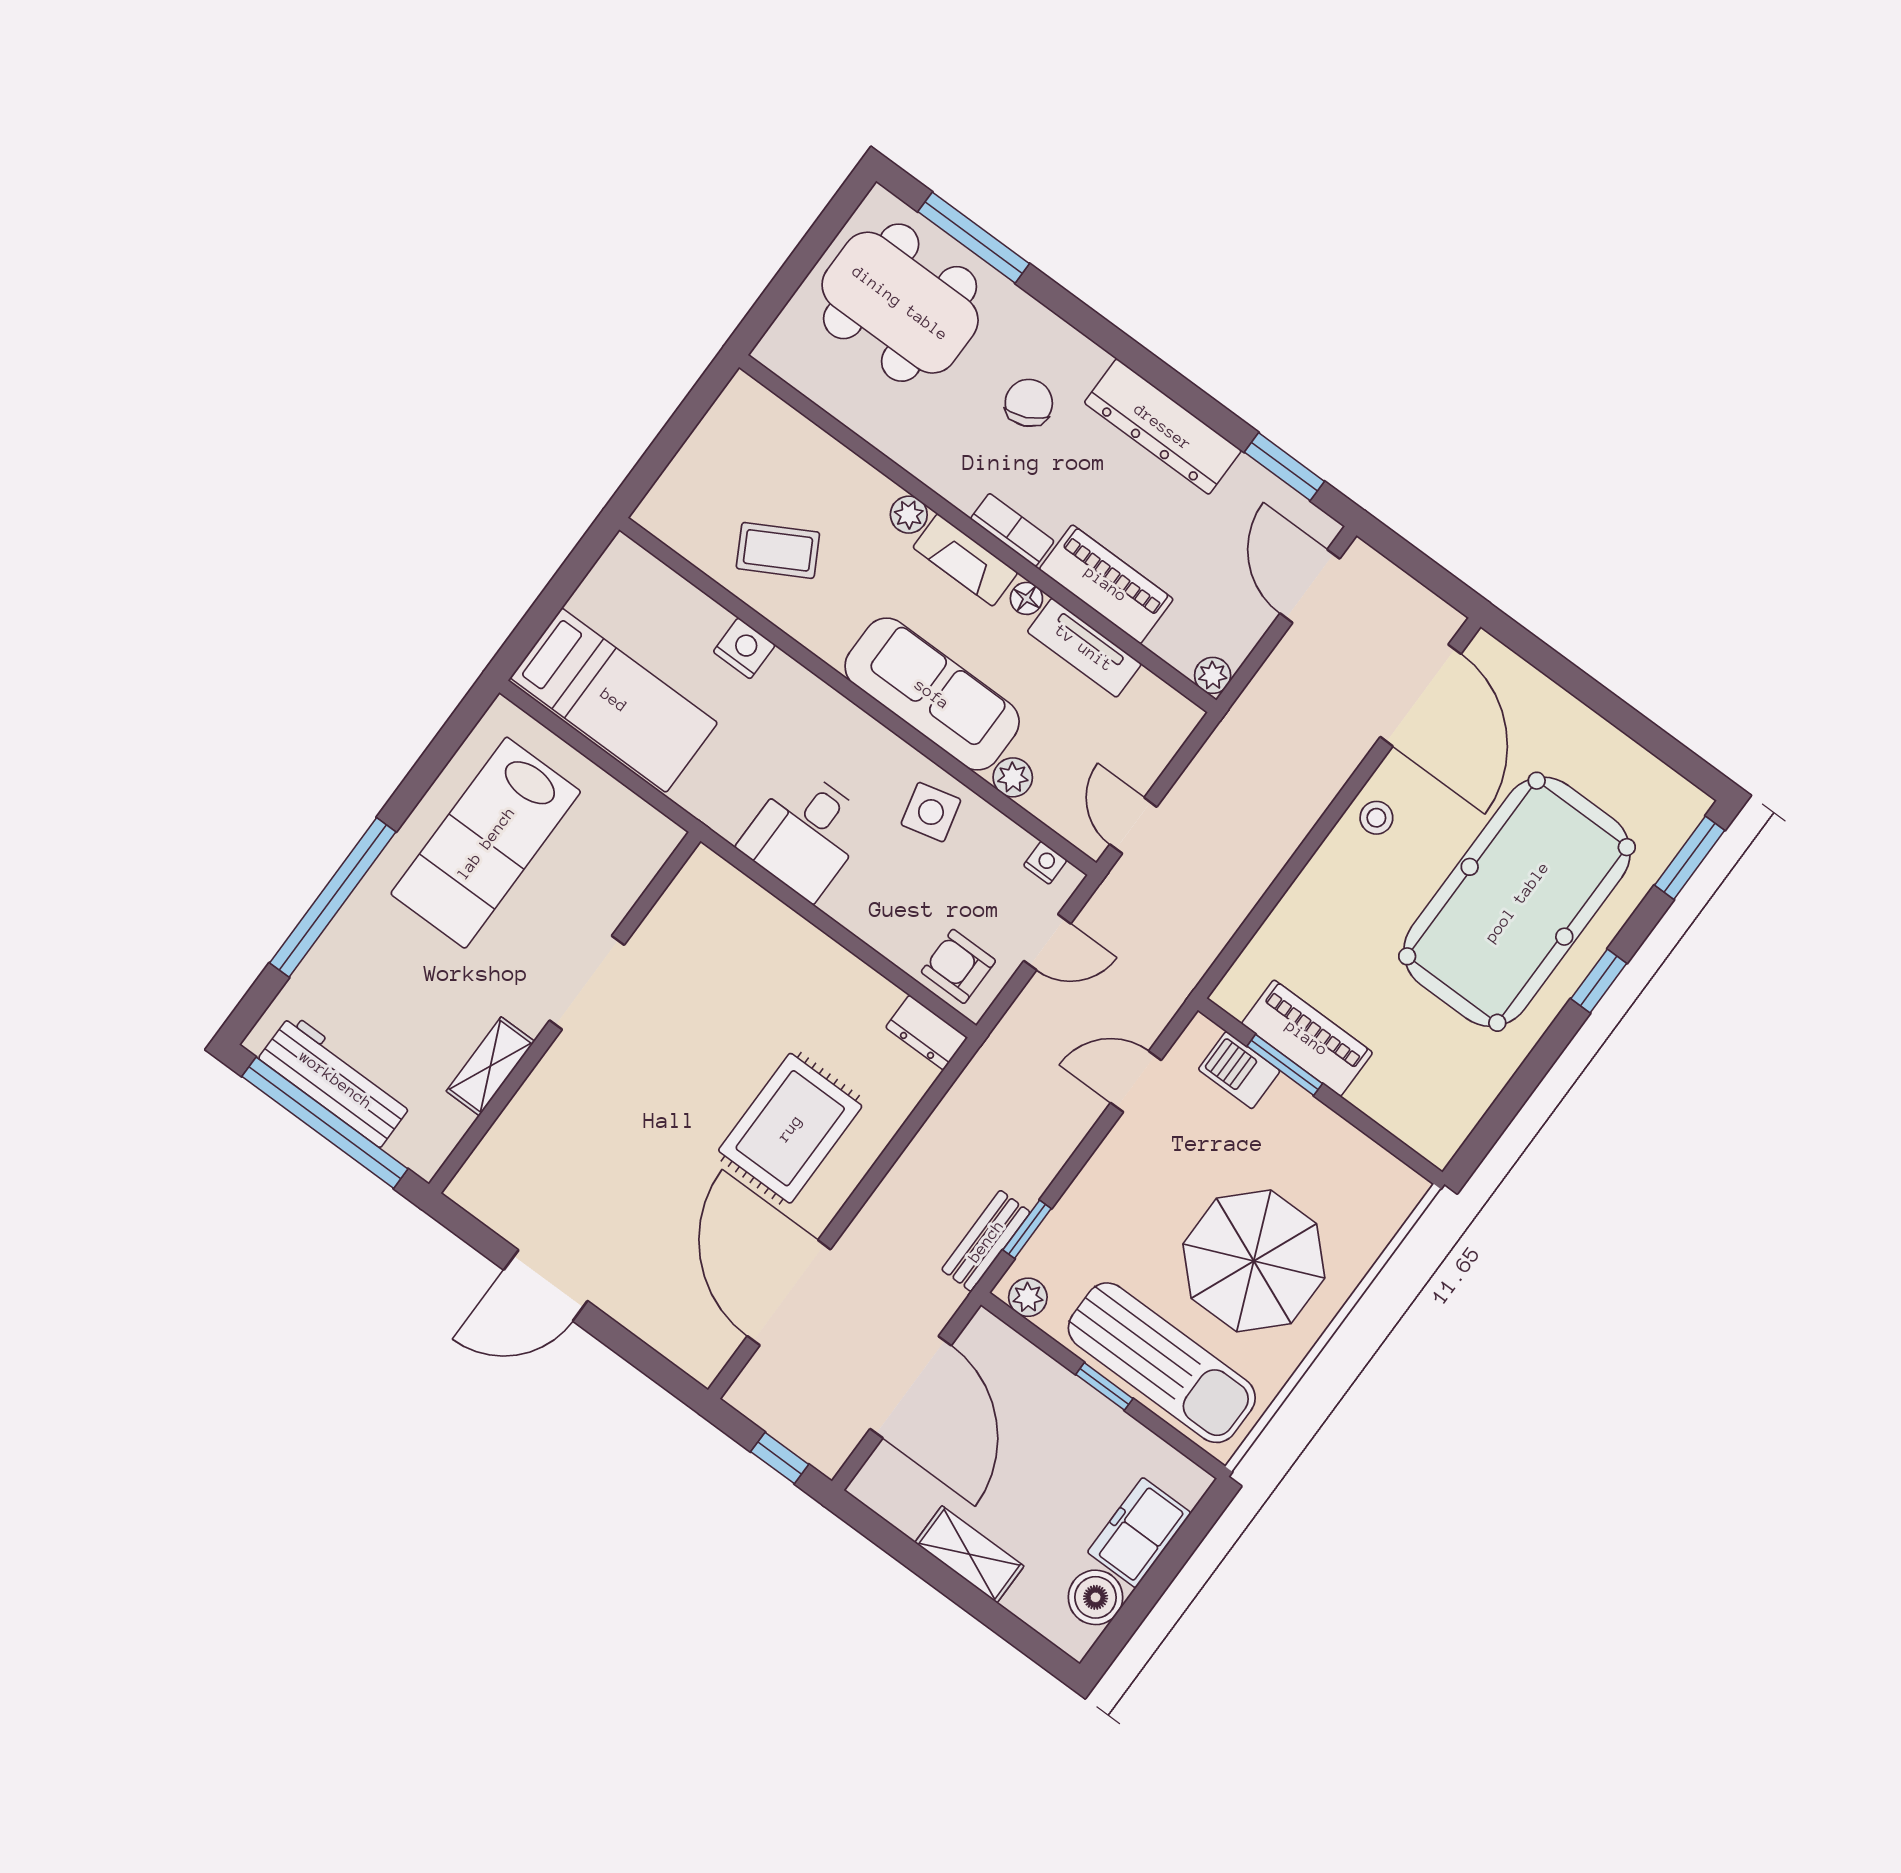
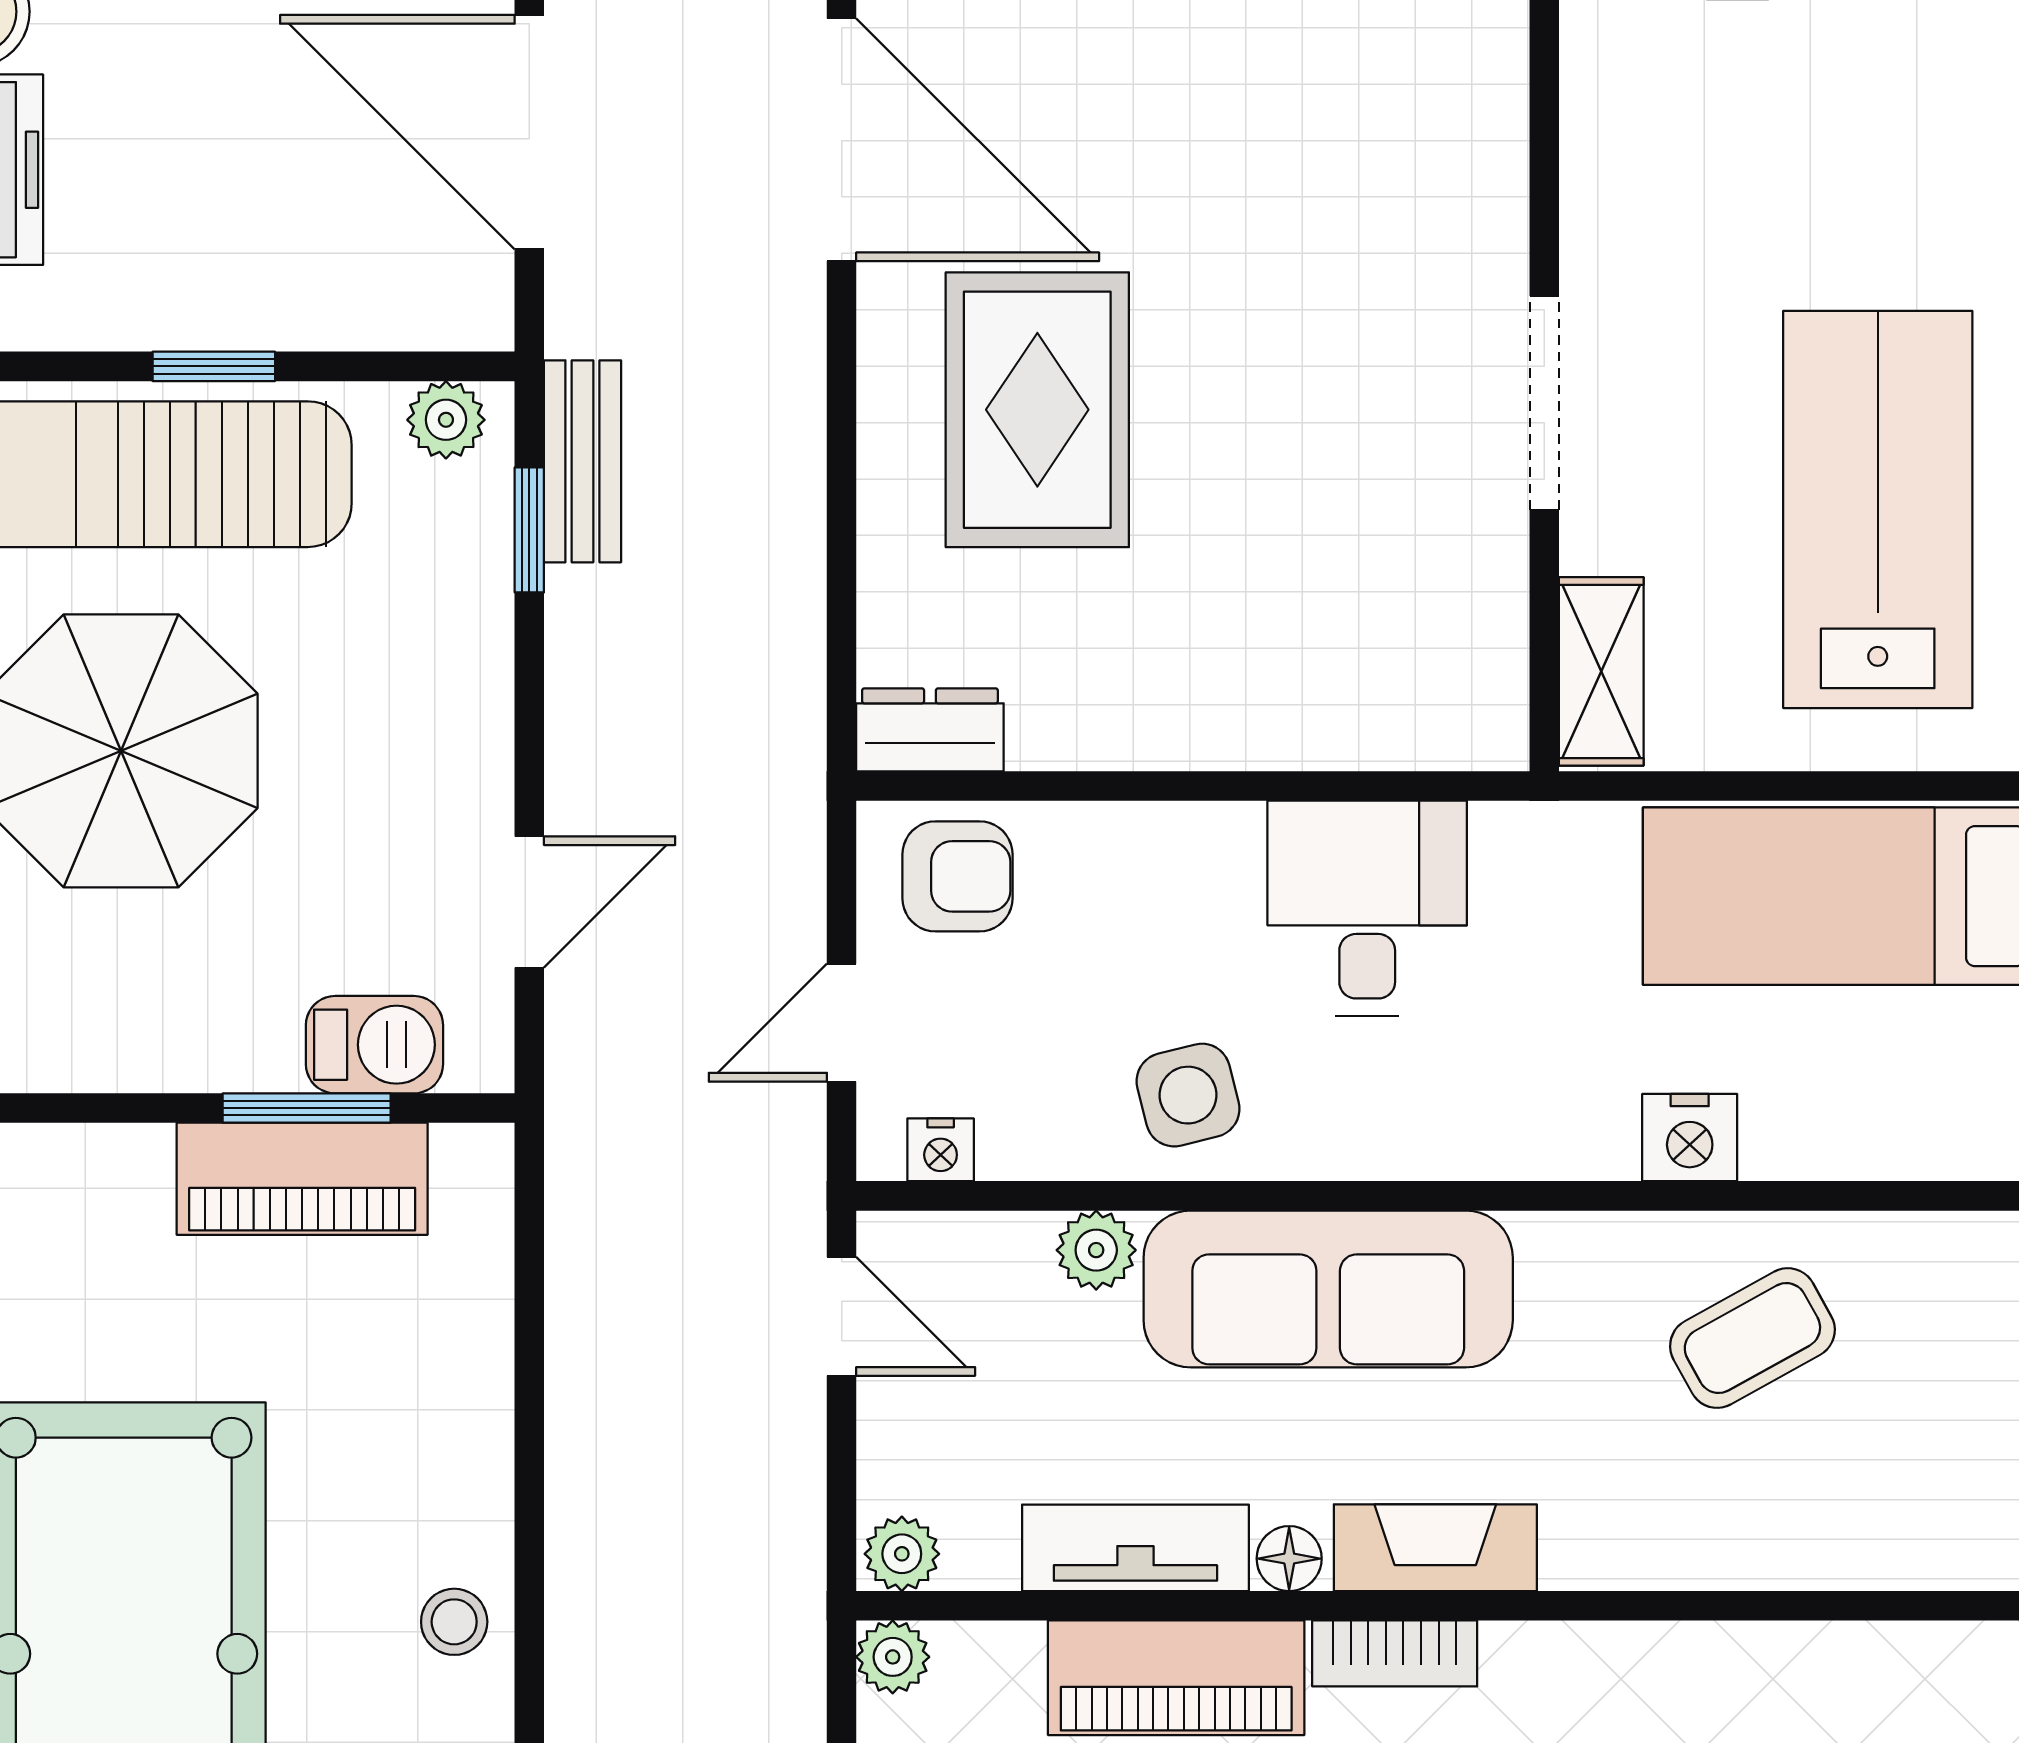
plant: (909, 515) -> (902, 1554), moved
shelving: (490, 1066) -> (1601, 671), moved

